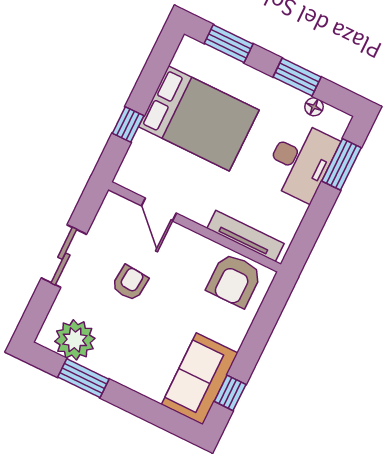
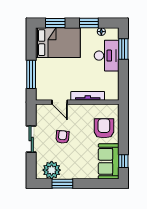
bed: (199, 118) -> (58, 43), moved
window: (128, 125) -> (31, 74), width x2.17
tv unit: (246, 236) -> (88, 96), moved
armchair: (234, 280) -> (104, 128), moved, turned 180

